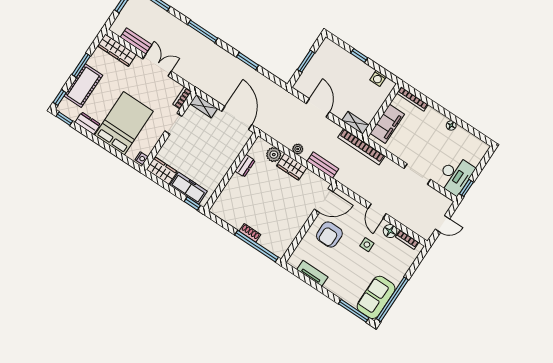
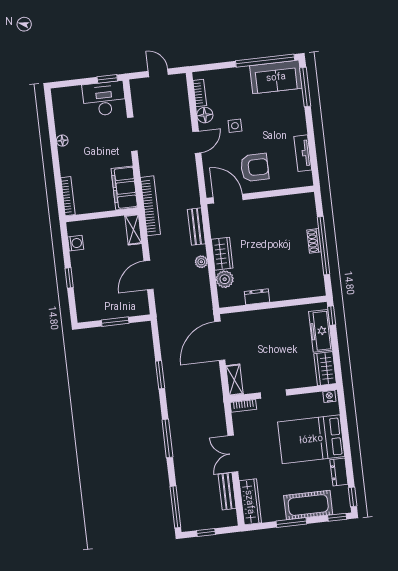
filing cabinet: (387, 124) -> (124, 188), moved, turned -90
window: (256, 246) -> (323, 246), moved

